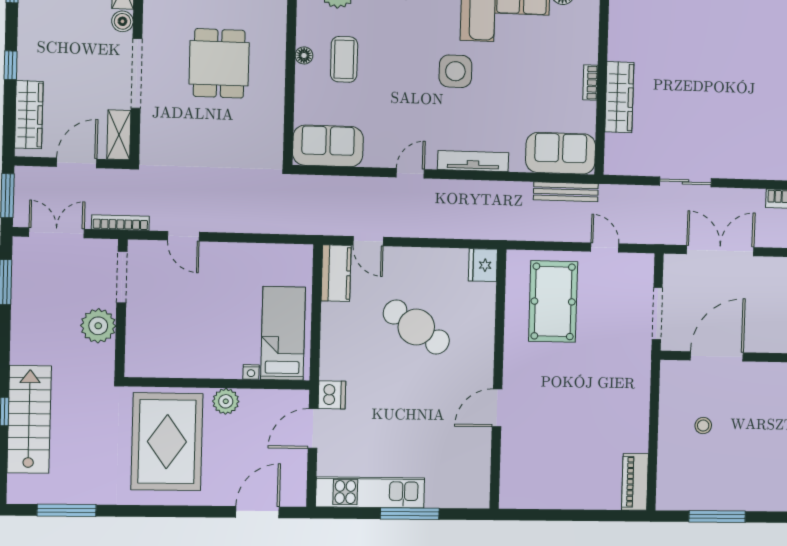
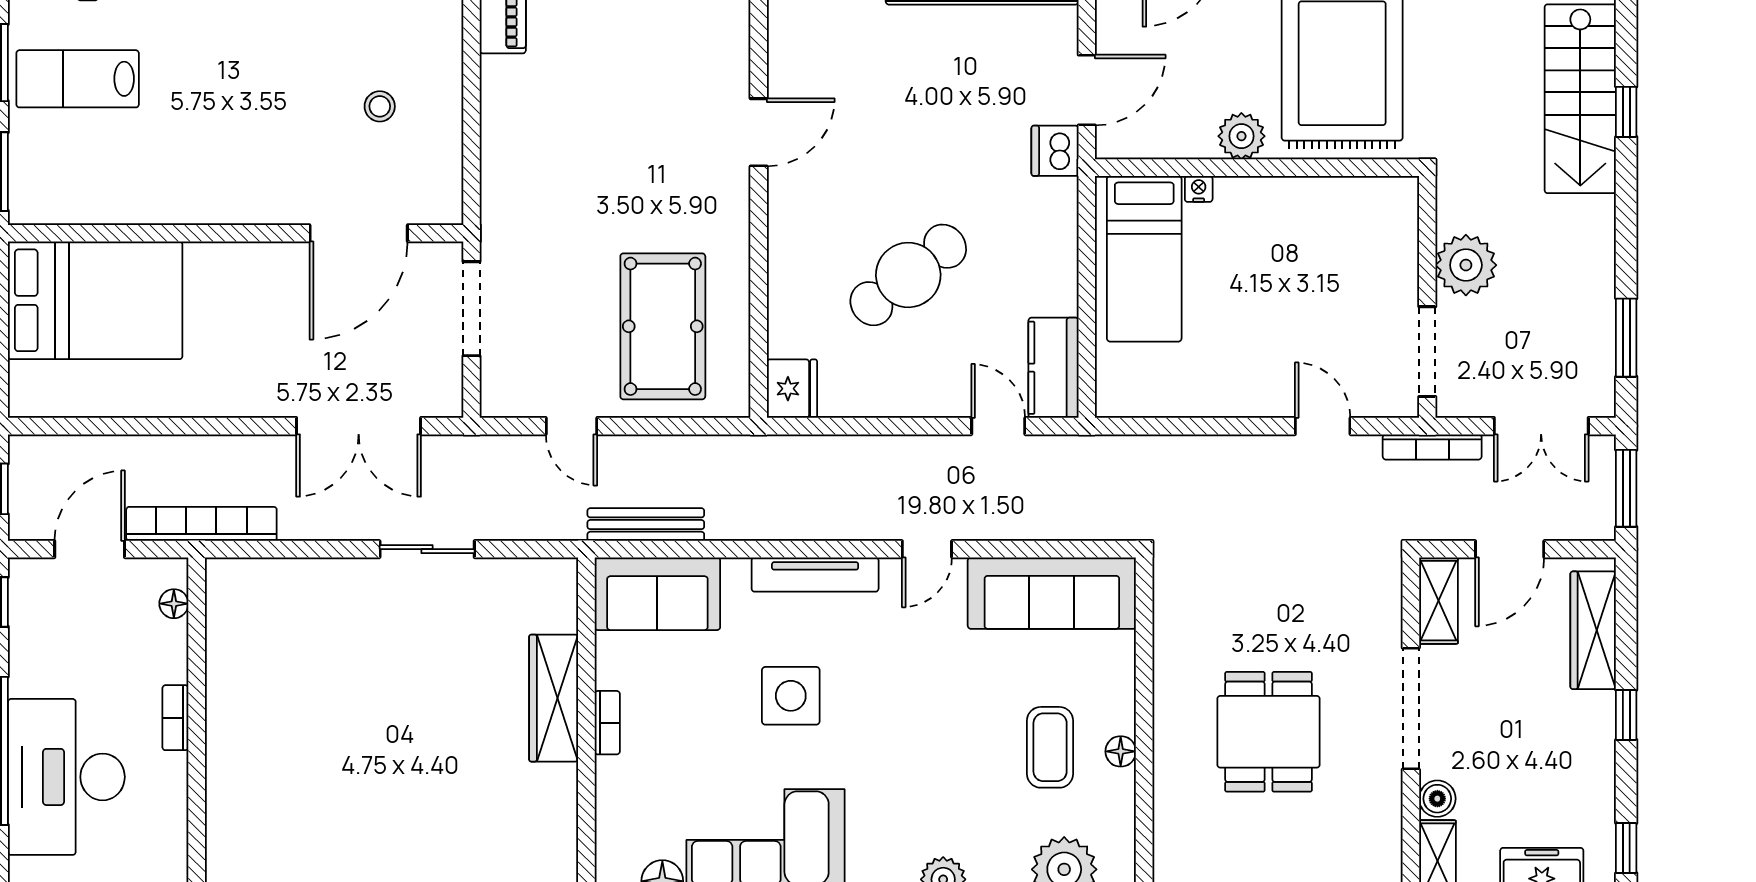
side table: (455, 71) -> (791, 696), moved
sofa: (328, 146) -> (1052, 593), width x1.36
cafe table: (416, 327) -> (908, 275), turned -72

